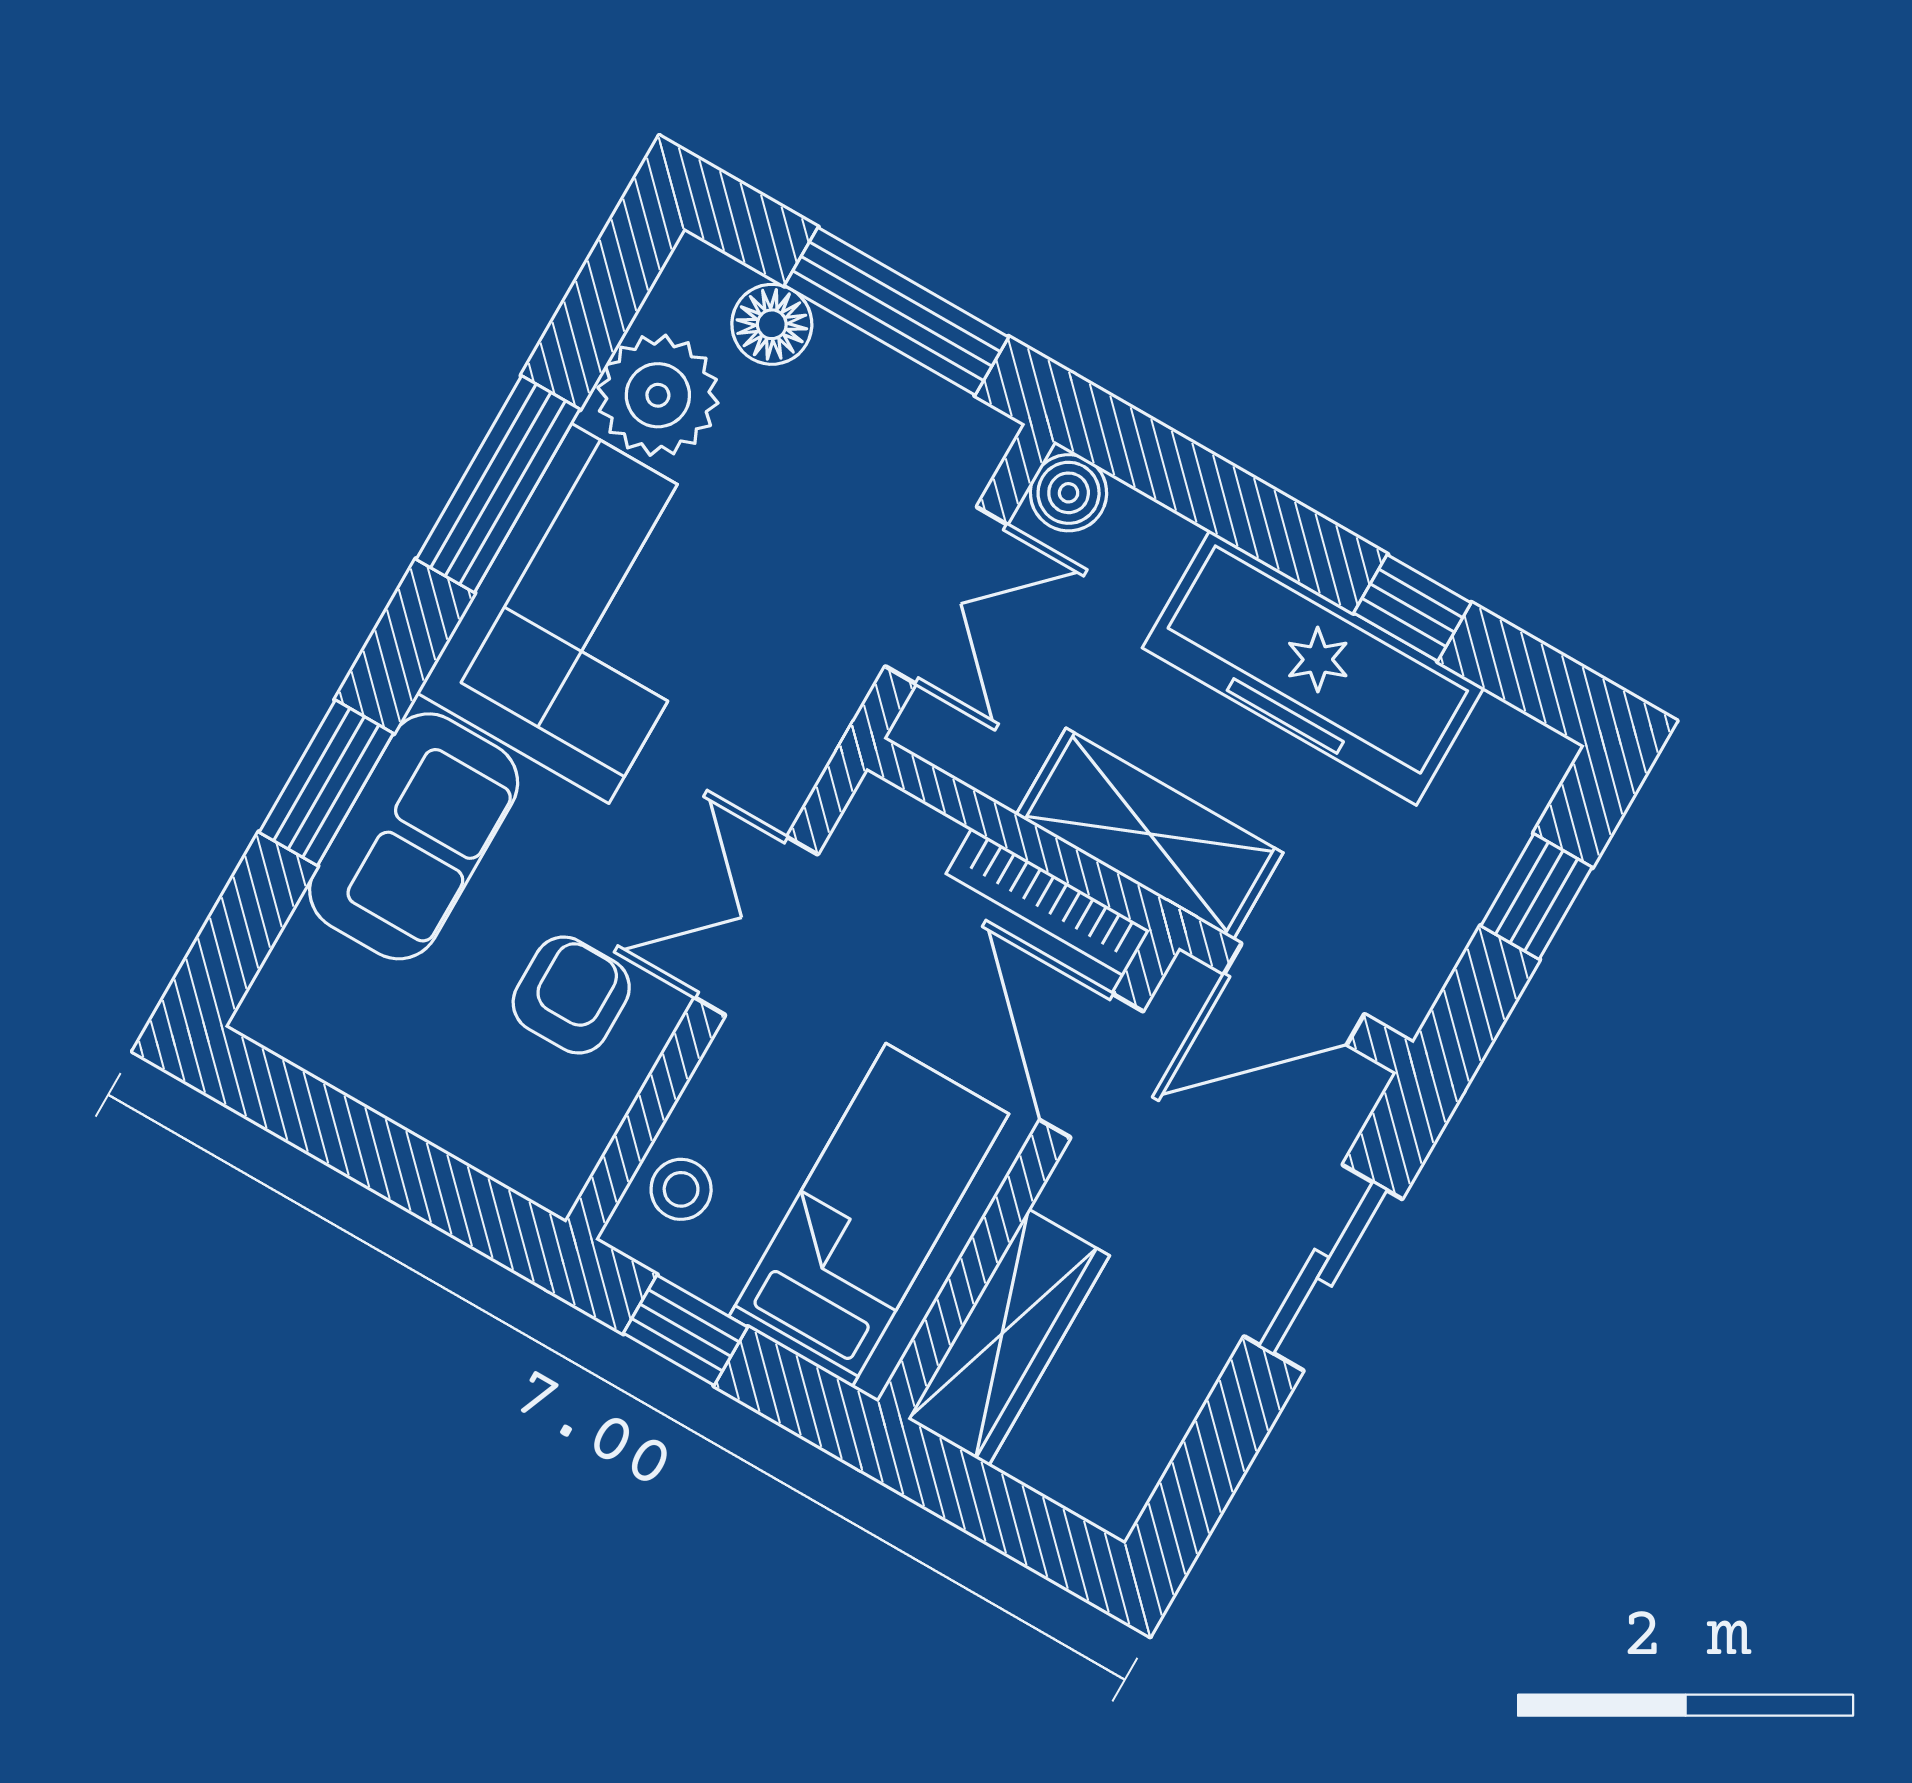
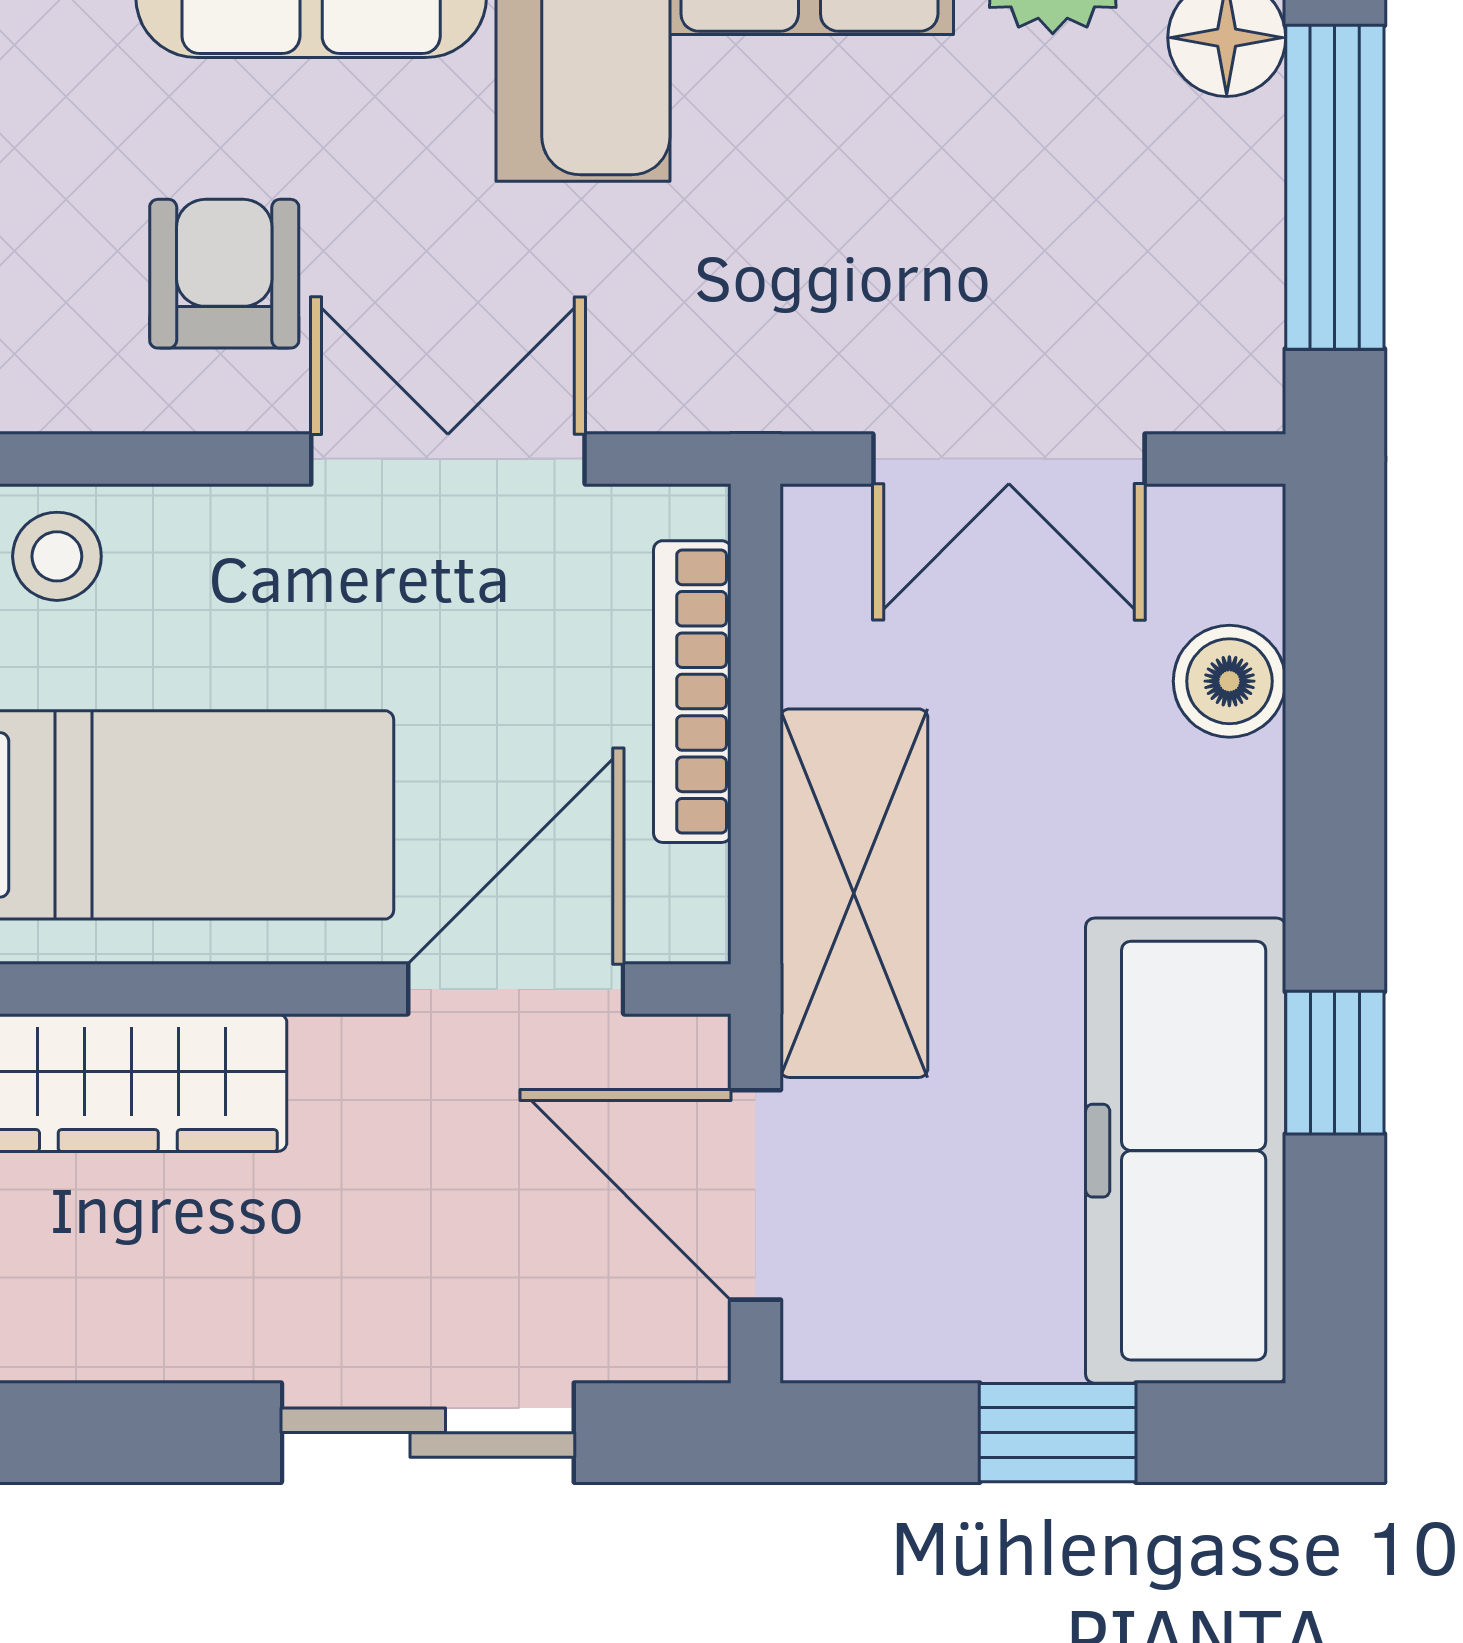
boiler: (1069, 493) -> (1229, 681), moved
freezer: (1313, 668) -> (1186, 1151), moved
bookcase: (1048, 902) -> (692, 692), moved
armchair: (571, 995) -> (224, 274), turned -90

